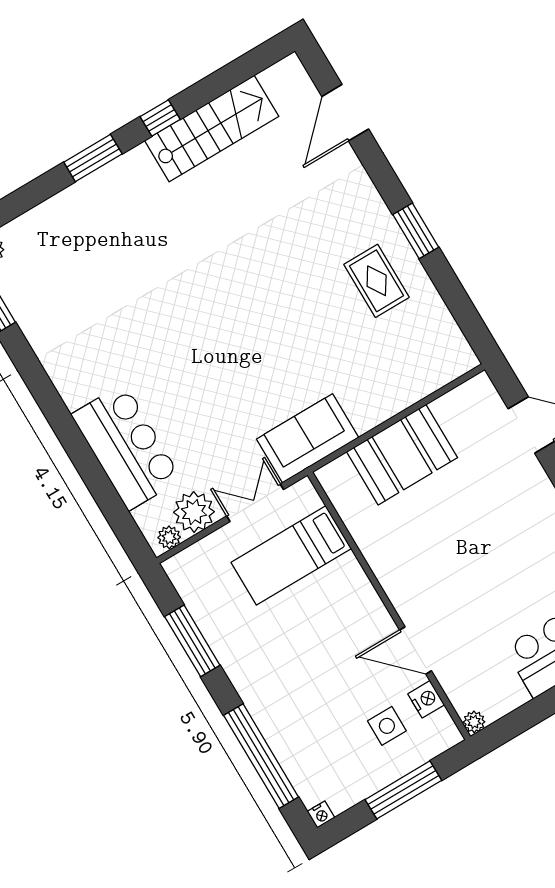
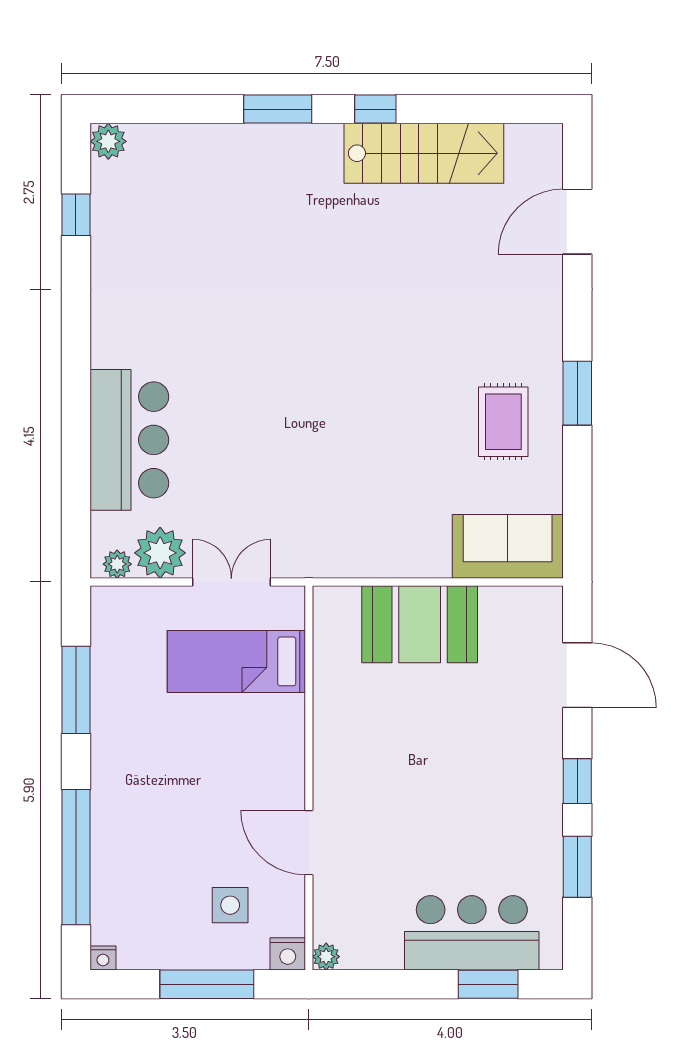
sofa: (308, 438) -> (508, 546), moved
nightstand: (426, 699) -> (288, 954), moved, turned 90

